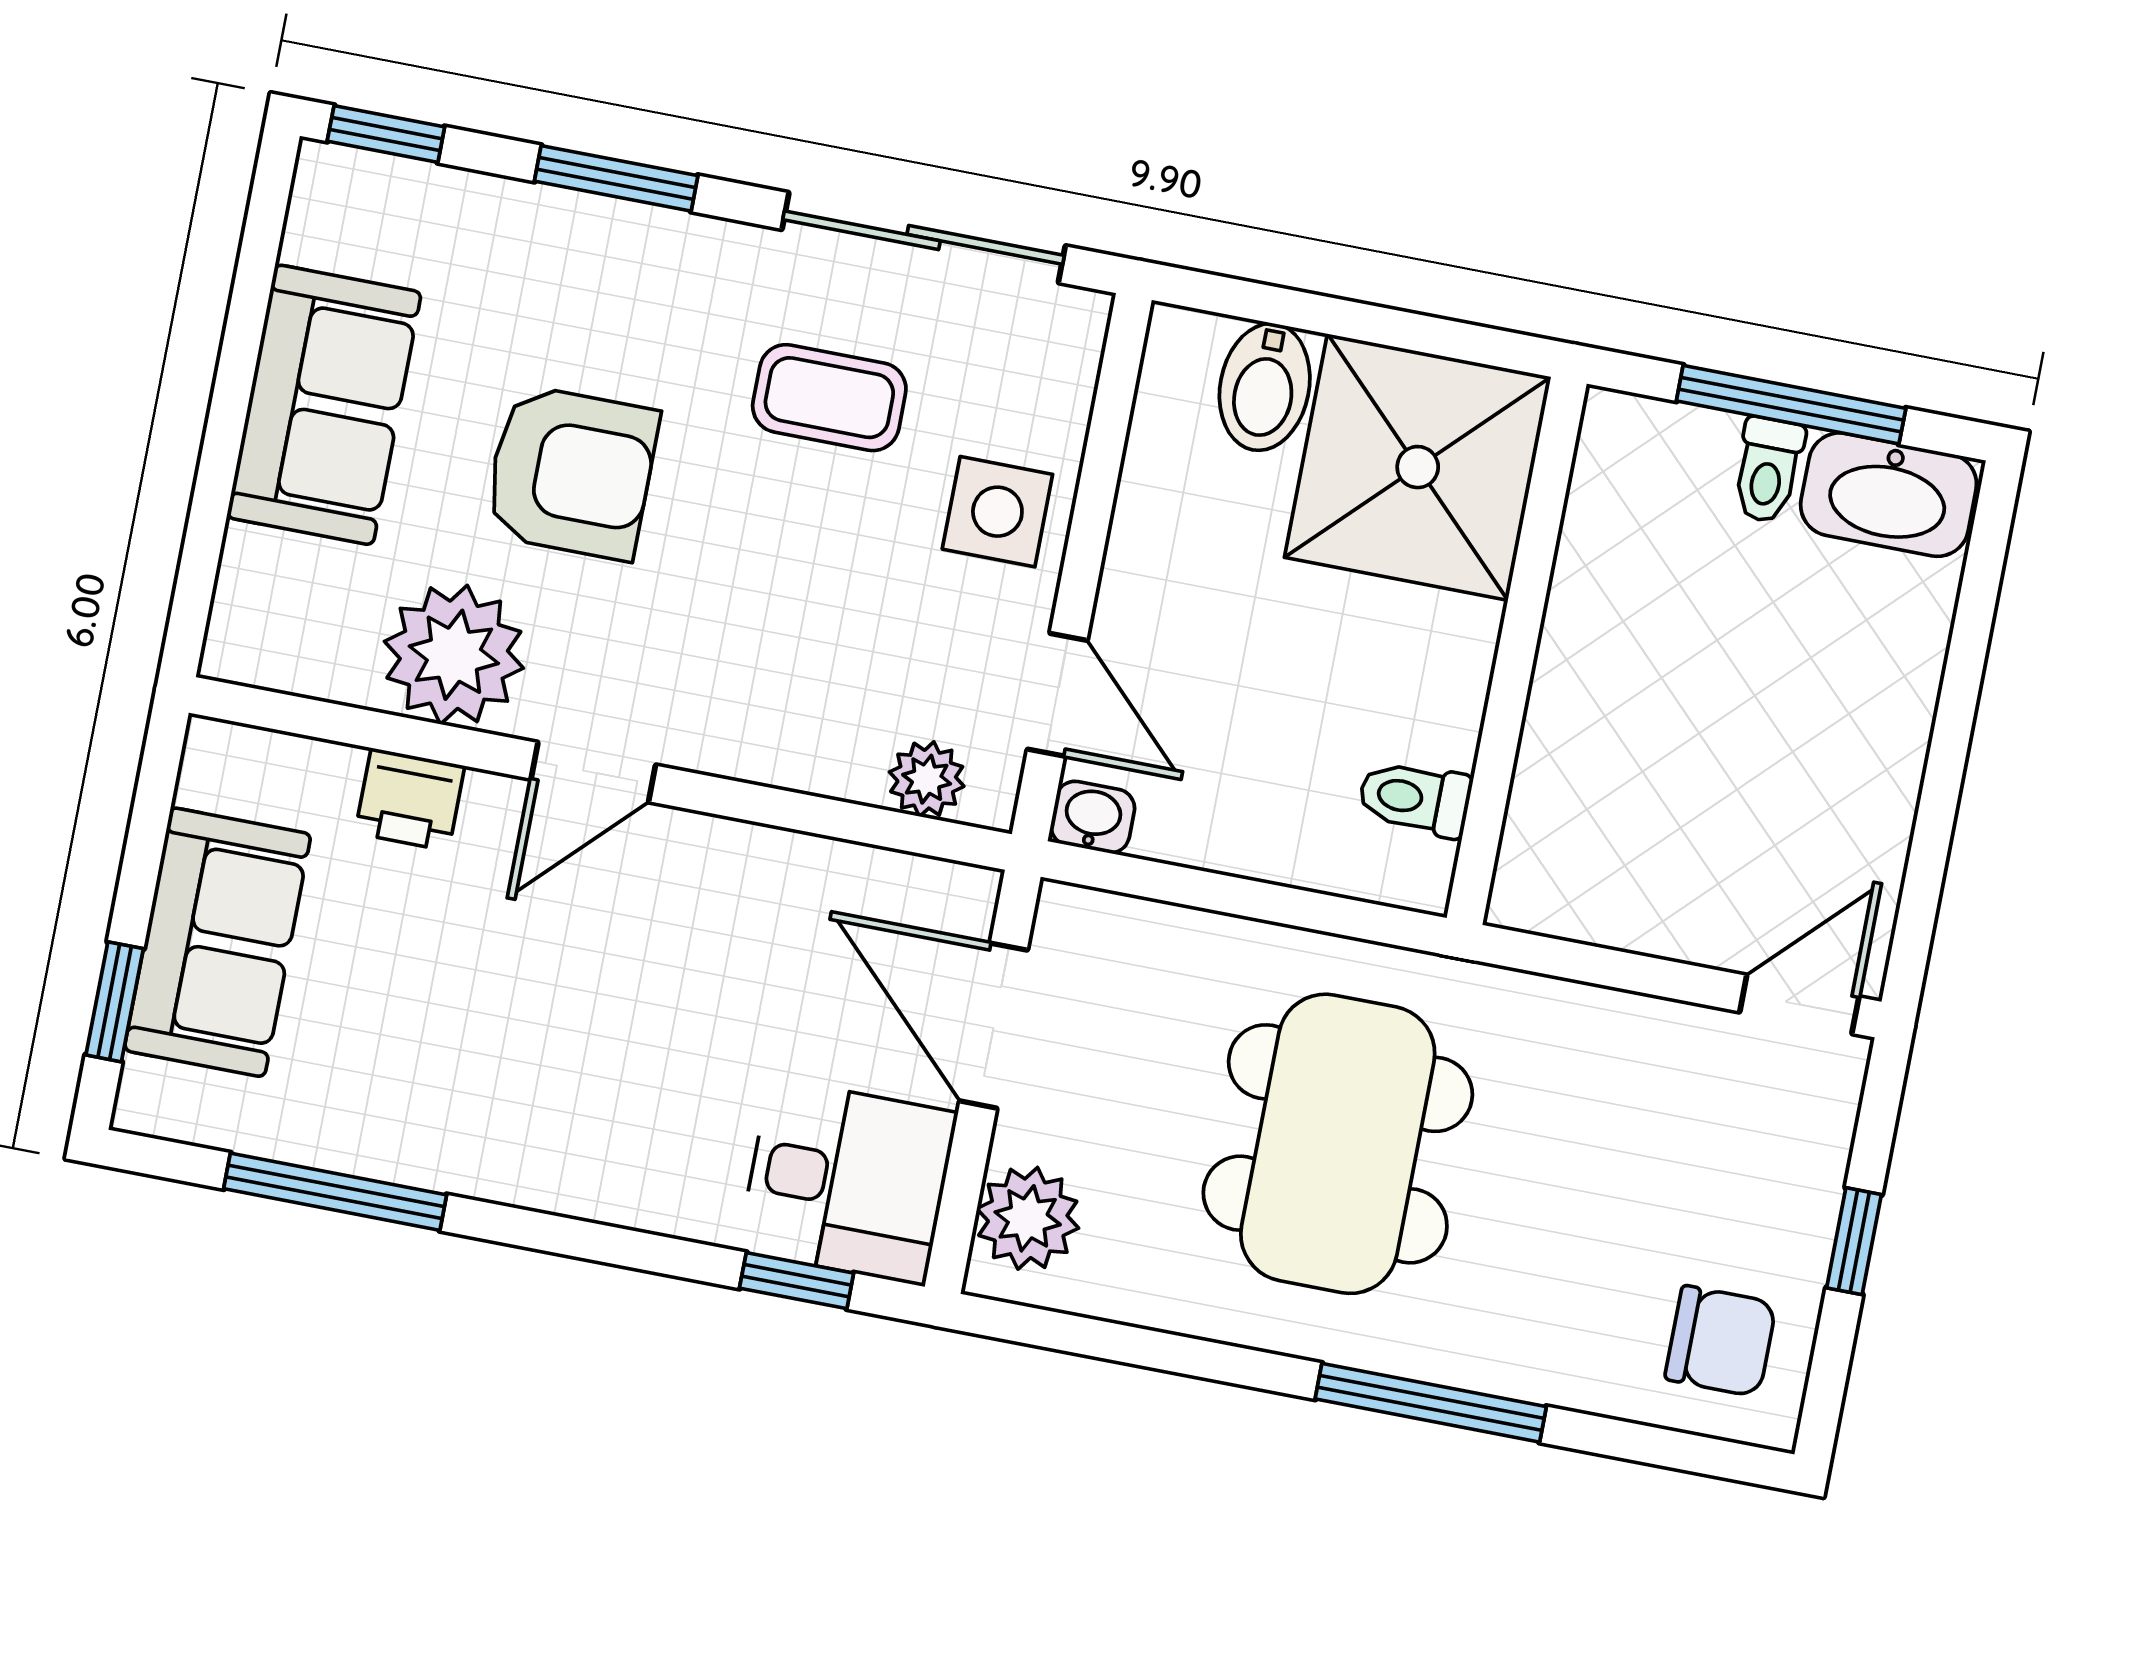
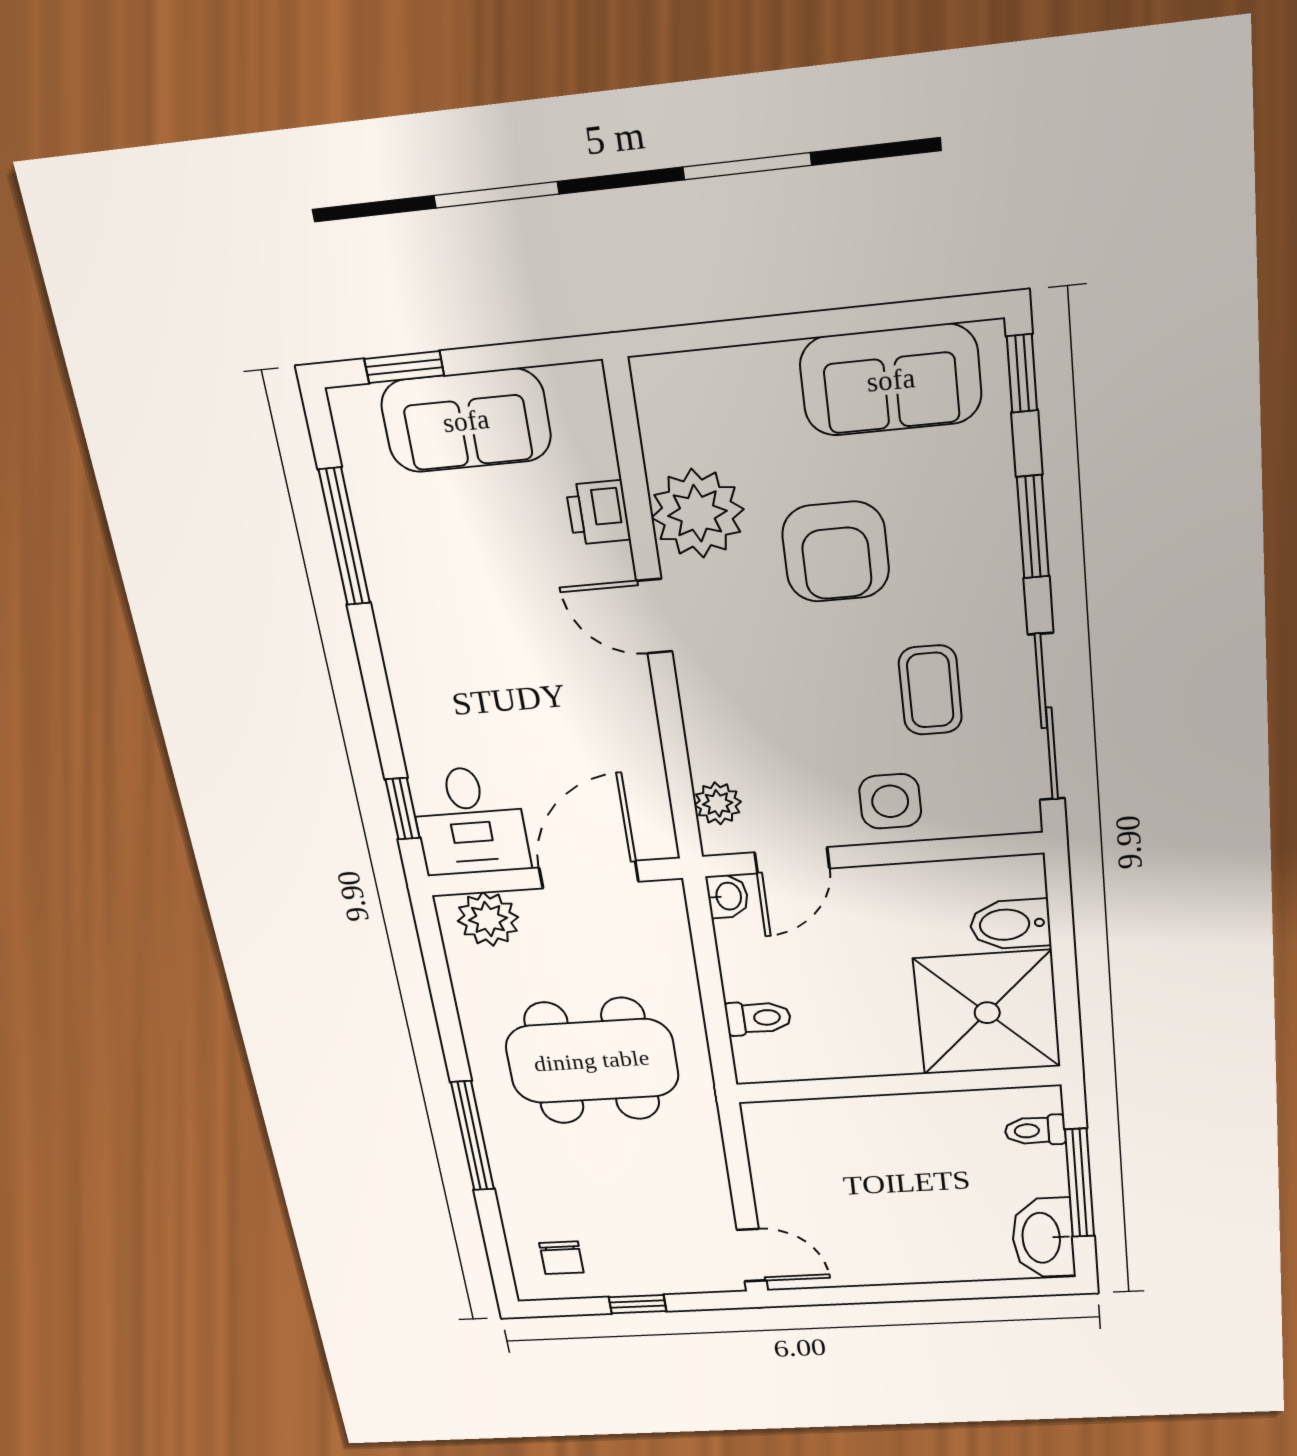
sofa: (324, 405) -> (891, 380), moved
toilet: (1768, 470) -> (1035, 1130), moved
toilet: (1415, 798) -> (758, 1018), moved, turned 90
chair: (1721, 1341) -> (561, 1258), width x0.73, depth x0.73

